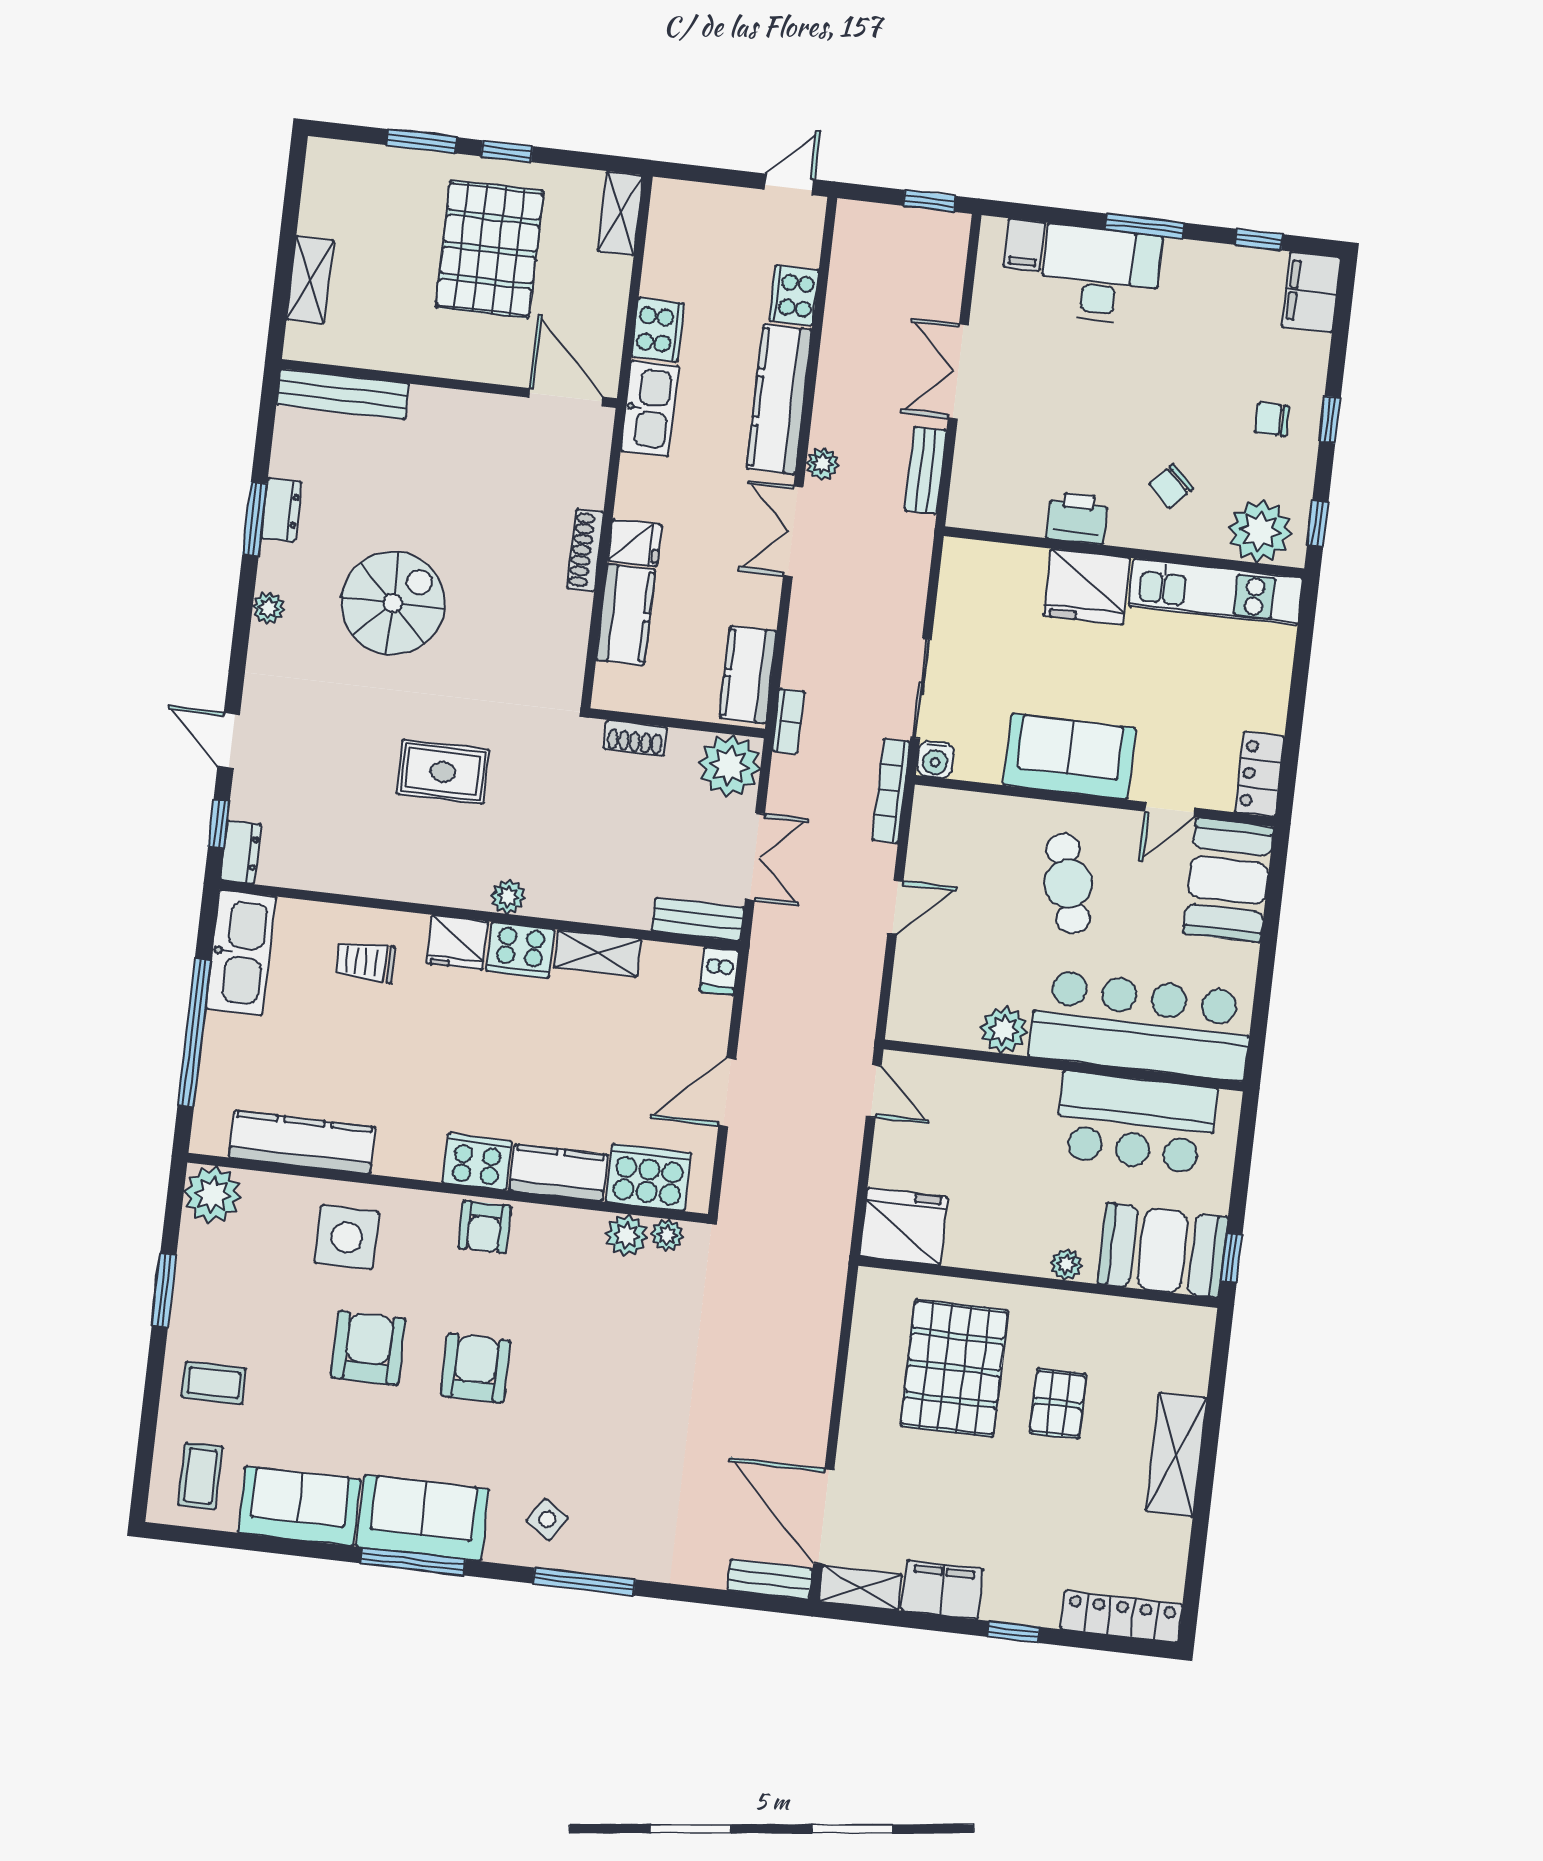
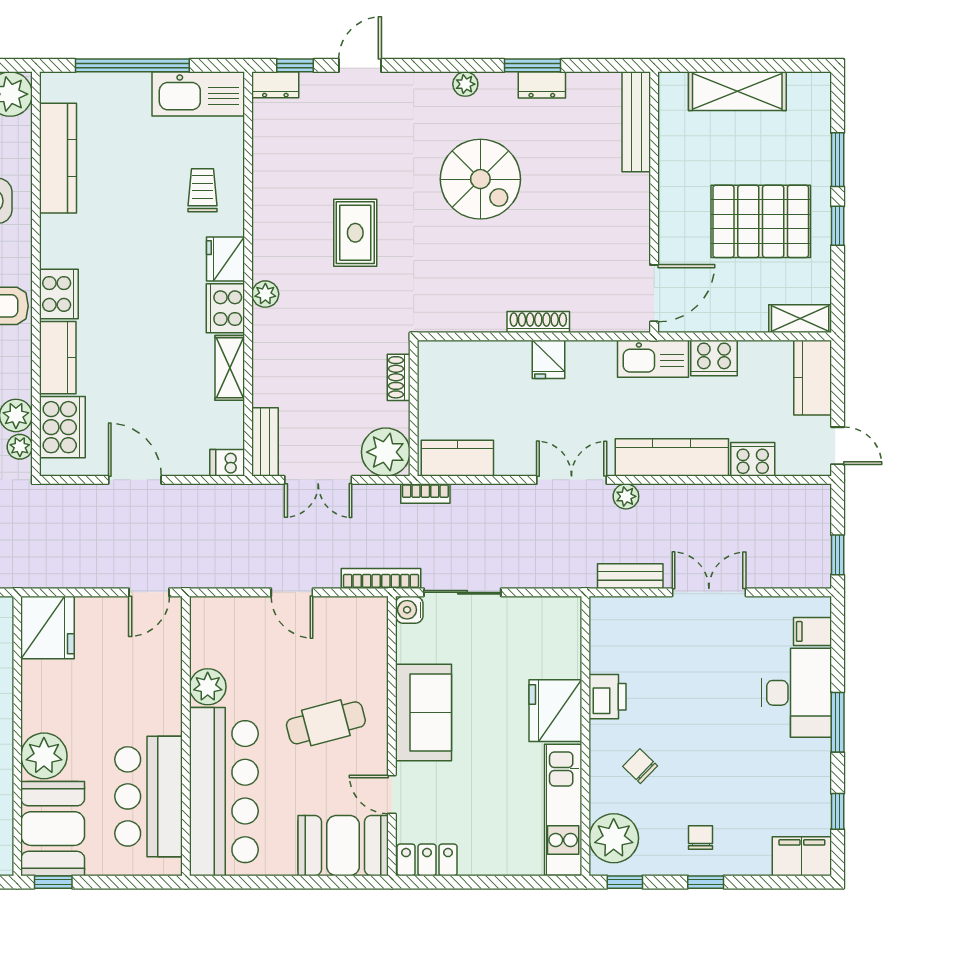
shelving: (310, 280) -> (737, 91), width x1.50, depth x1.33
kitchen counter: (626, 615) -> (813, 378), moved, turned 90
plant: (1066, 1264) -> (44, 756), width x1.88, depth x1.88

